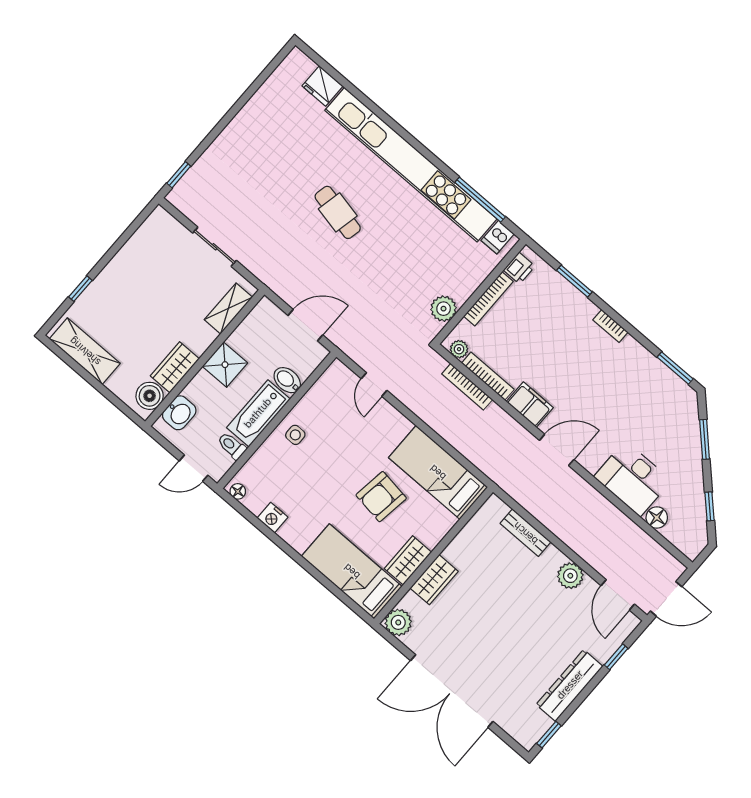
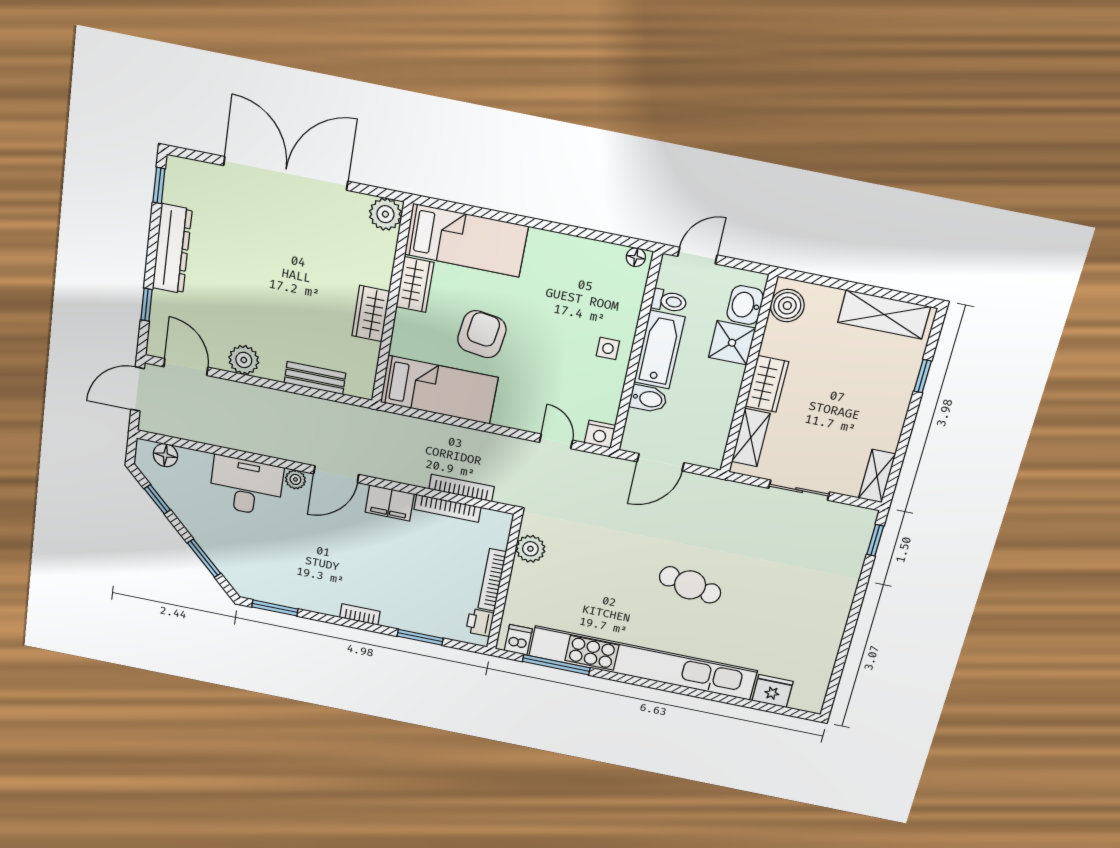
shelving: (152, 227) -> (877, 476), added
plant: (459, 349) -> (295, 479), moved
shower: (225, 365) -> (732, 343), moved
wardrobe: (175, 367) -> (767, 384), moved
nightstand: (272, 518) -> (600, 434), moved, turned 180
floor lamp: (657, 518) -> (165, 455), moved
wardrobe: (434, 580) -> (371, 314), moved

